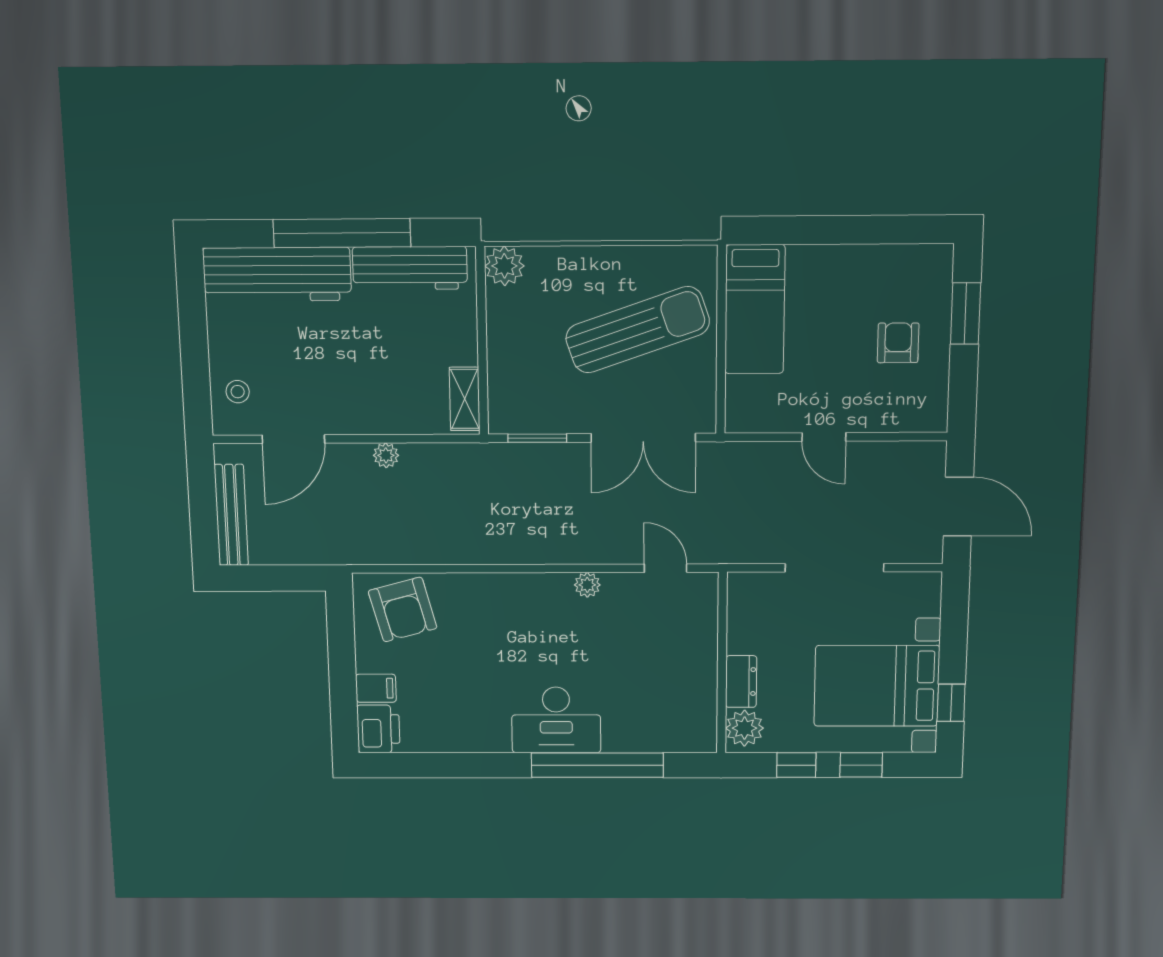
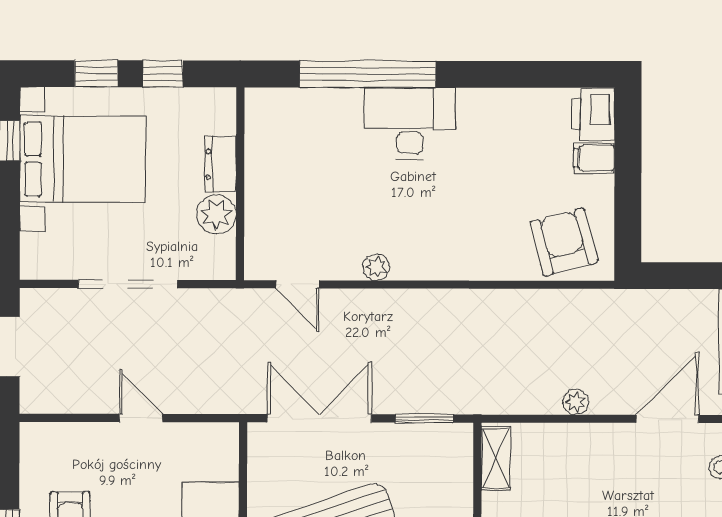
plant: (745, 728) -> (216, 214), moved

